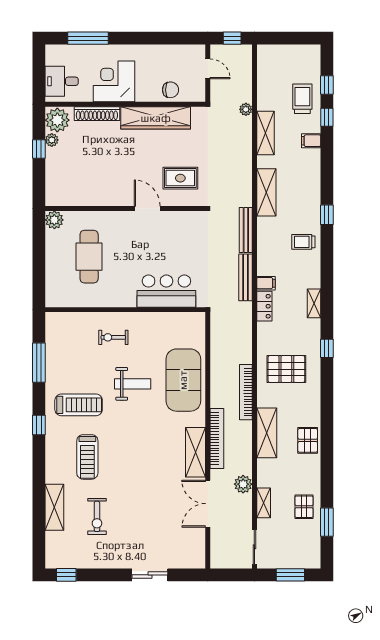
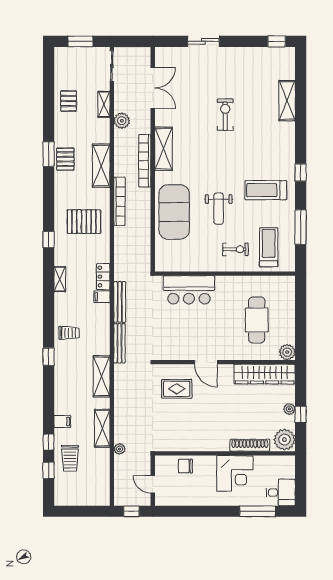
desk: (62, 81) -> (281, 493), moved
wardrobe: (156, 118) -> (265, 374), moved, turned 180
plant: (52, 140) -> (289, 409), moved
weight bench: (133, 384) -> (219, 209), turned -90
treadmill: (87, 457) -> (269, 247), moved
double door: (208, 504) -> (153, 88), moved
exercise bike: (97, 516) -> (225, 115), moved
window: (327, 522) -> (49, 154), moved

